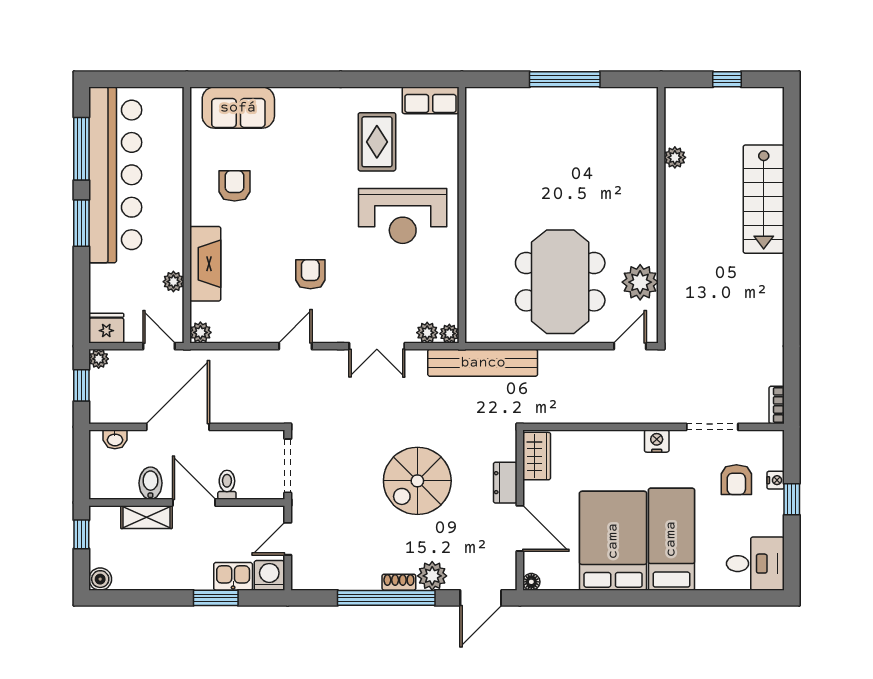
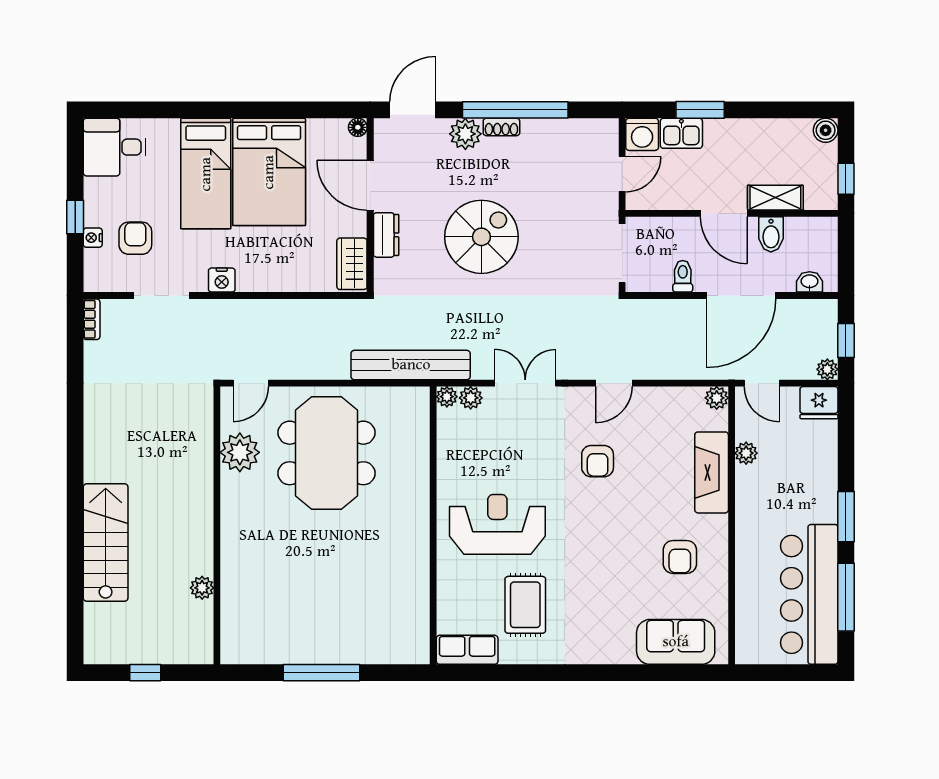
bar counter: (115, 175) -> (809, 594), width x0.73
toilet: (227, 485) -> (683, 276), moved, turned 180

